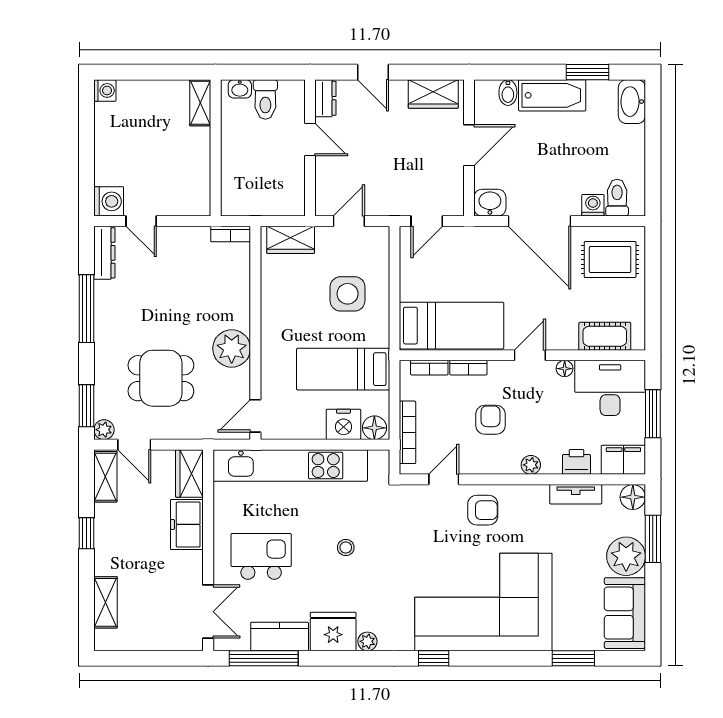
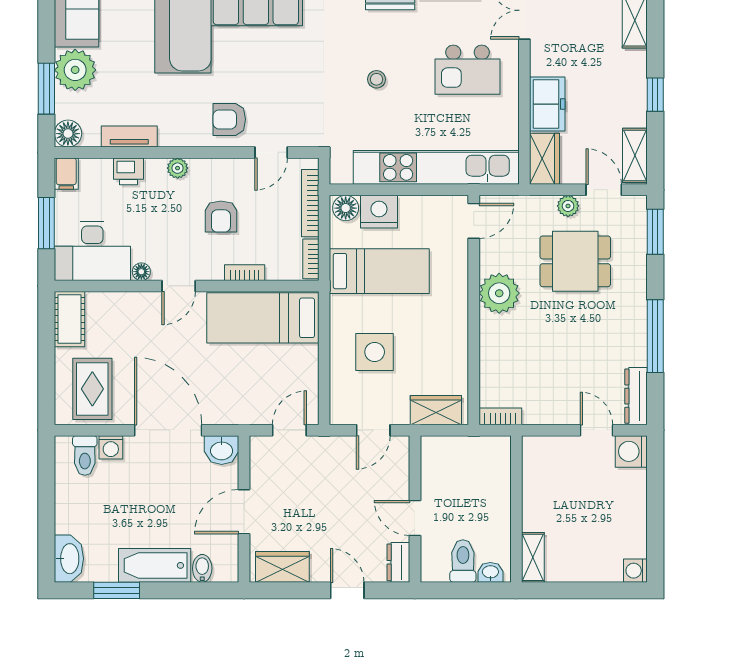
rug: (610, 259) -> (92, 389), turned 90
cot: (605, 336) -> (69, 319), moved, turned 90
bookcase: (429, 368) -> (311, 259), moved, turned -90
plant: (104, 430) -> (568, 206), moved
filing cabinet: (623, 460) -> (66, 174), width x0.50

